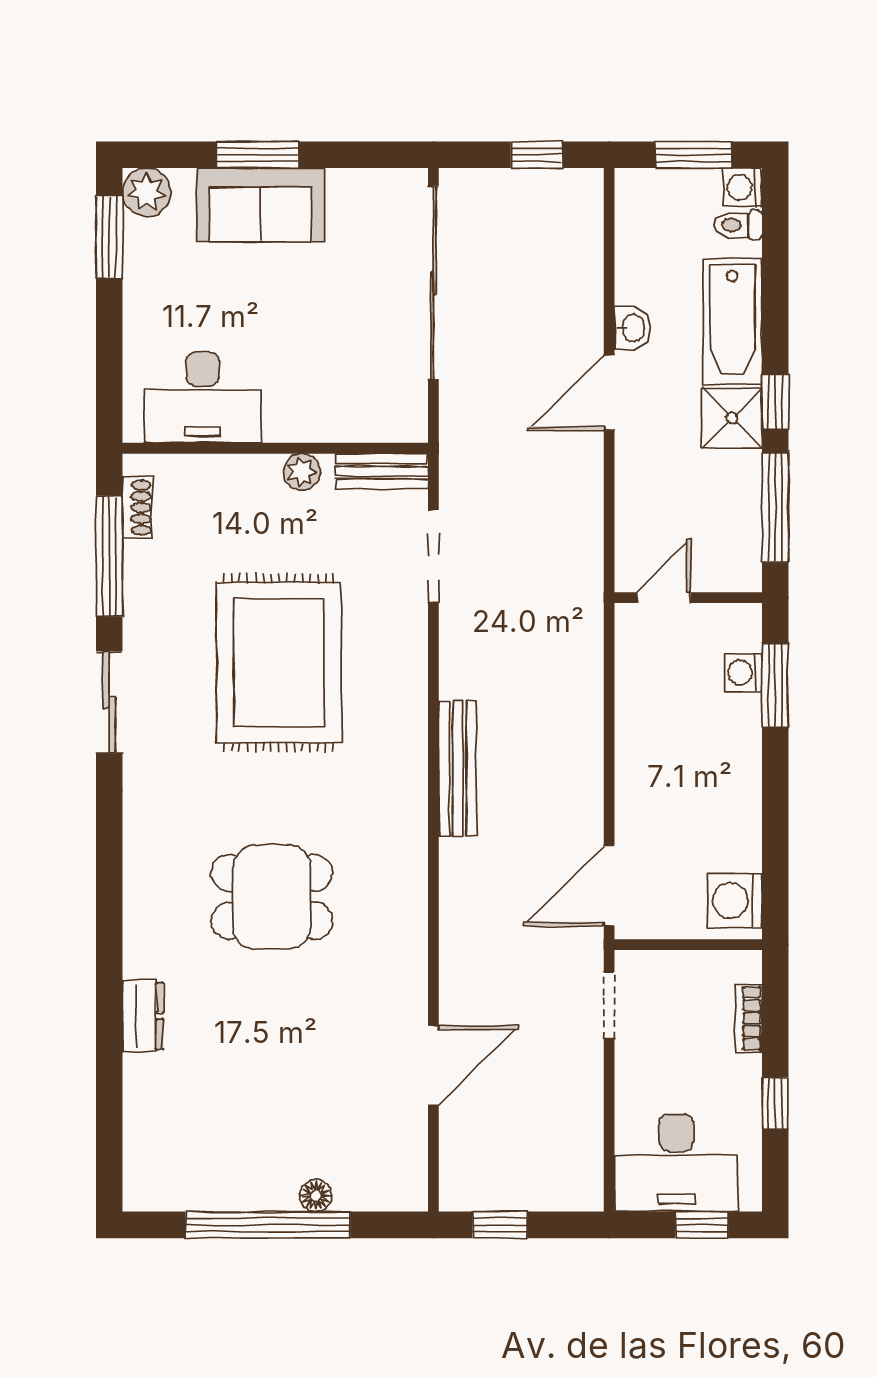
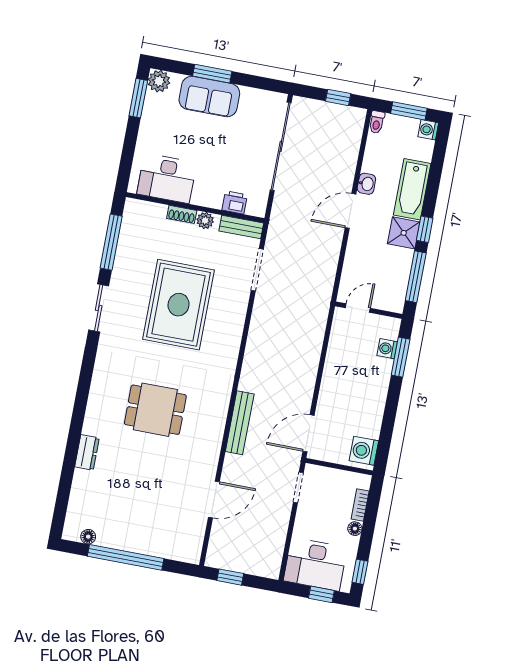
toilet: (738, 225) -> (377, 122), moved, turned -90
printer: (358, 421) -> (235, 202), added
shoe rack: (137, 508) -> (182, 214), moved, turned 90
bench: (458, 769) -> (240, 423), moved
floor lamp: (747, 1071) -> (355, 529), added
window: (775, 1103) -> (360, 572), moved
floor lamp: (316, 1196) -> (88, 537), moved

